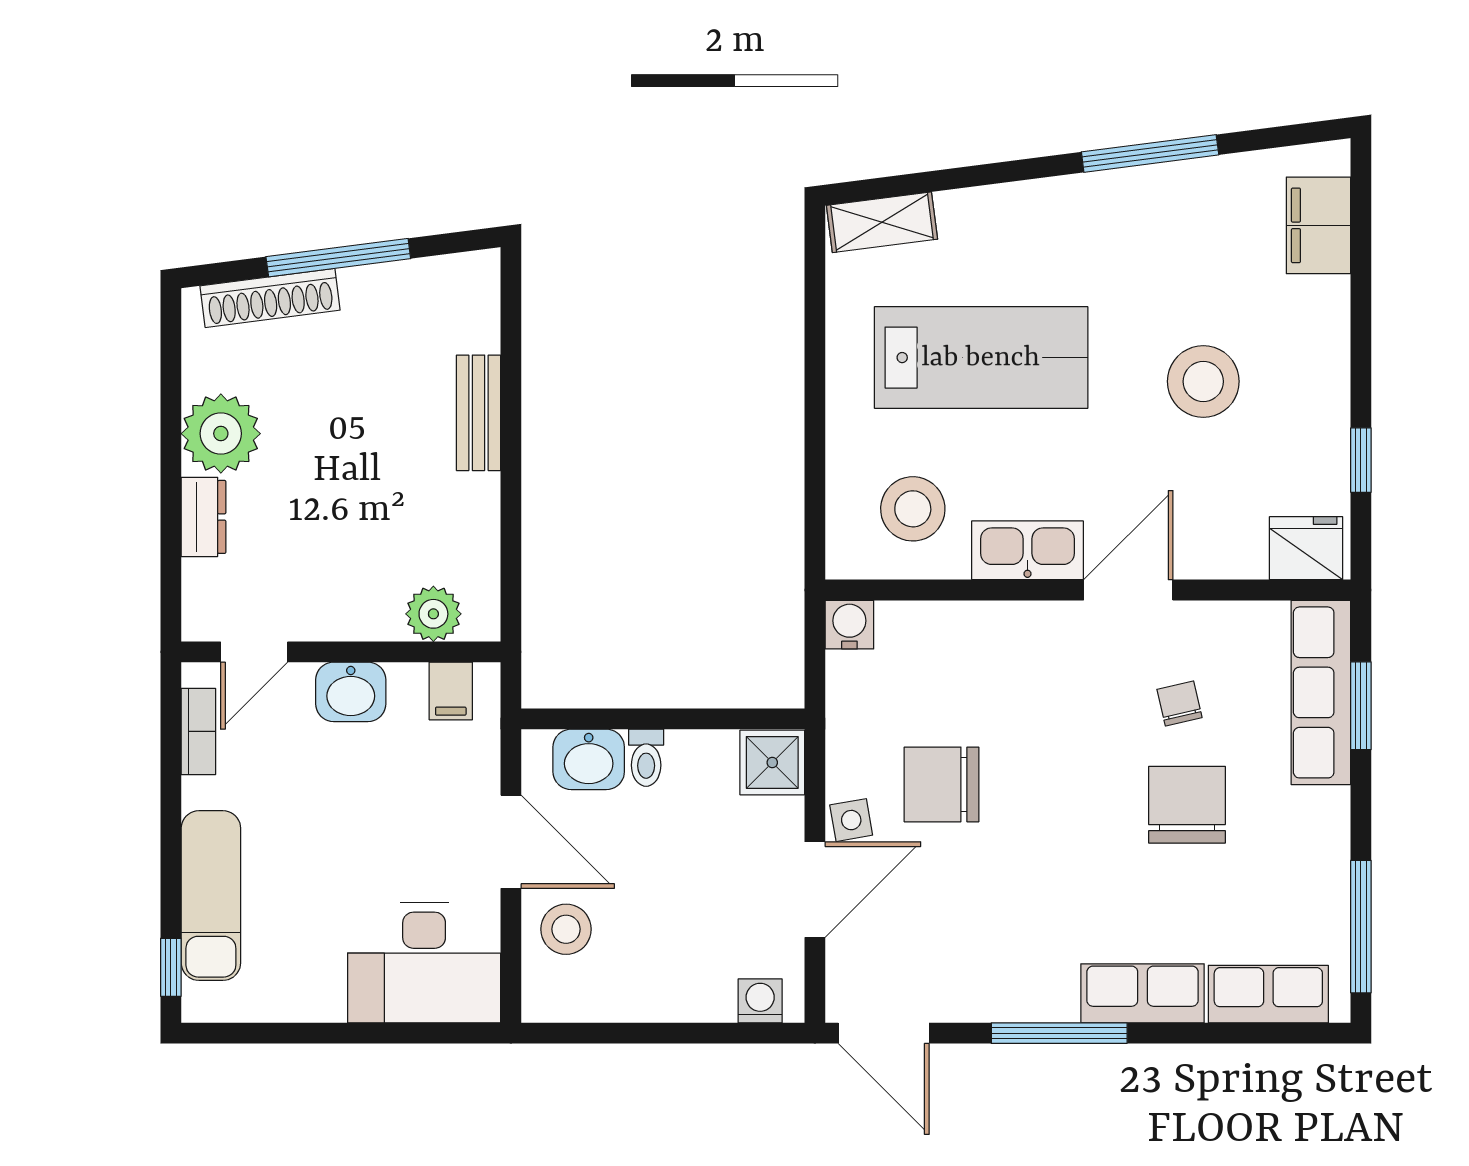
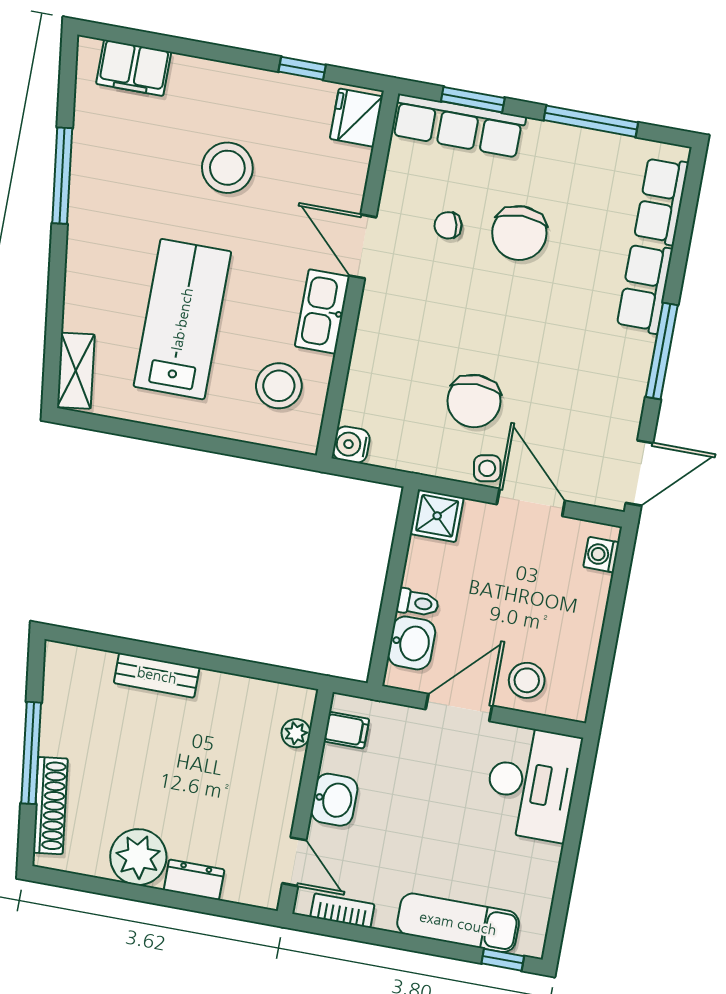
plant: (433, 614) -> (296, 733), width x0.73, depth x0.73
chair: (1187, 805) -> (519, 233), turned -90
window: (1361, 927) -> (591, 121), moved

